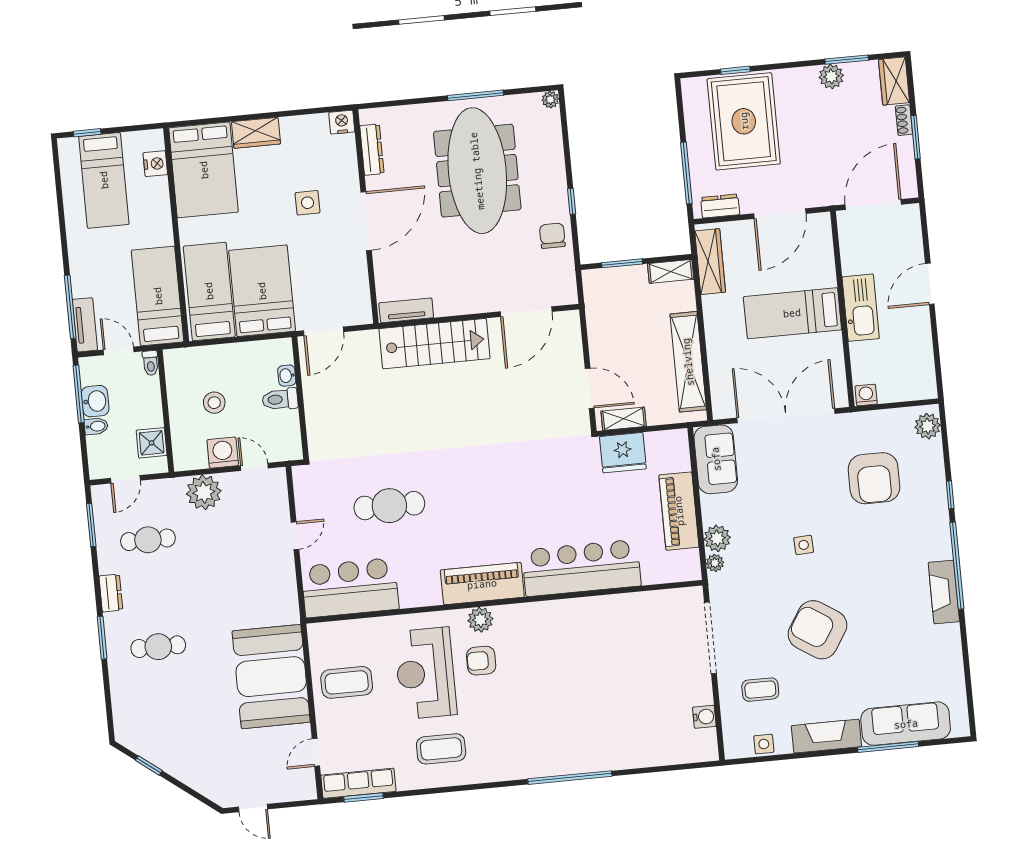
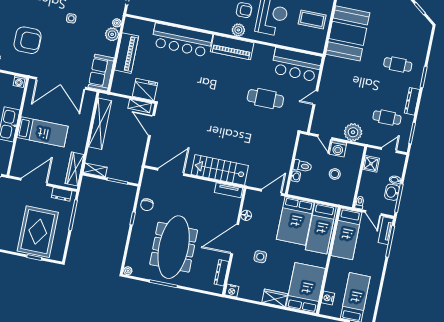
floor lamp: (358, 273) -> (246, 215), added
armchair: (874, 478) -> (28, 40), turned 90
dresser: (111, 593) -> (412, 101), width x1.44

